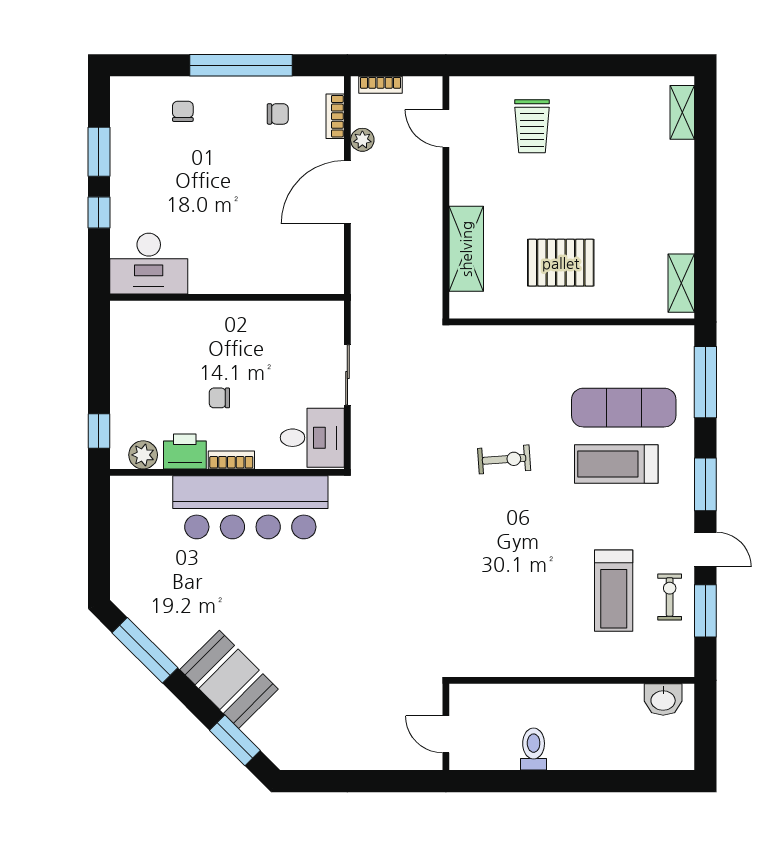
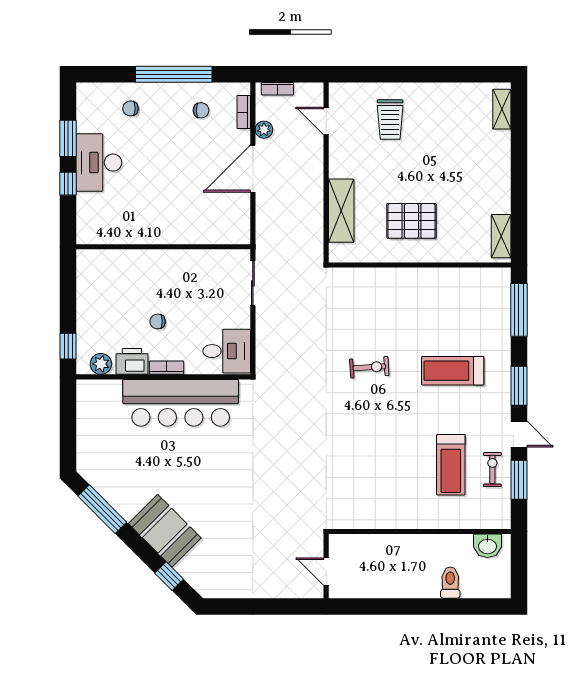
chair: (183, 111) -> (130, 108), turned -90
desk: (149, 264) -> (99, 163), moved, turned 90
sliding door: (347, 375) -> (253, 283), moved
exercise mat: (624, 408) -> (458, 329), removed
window: (235, 740) -> (169, 576), width x0.67
toilet: (534, 749) -> (450, 583), moved

